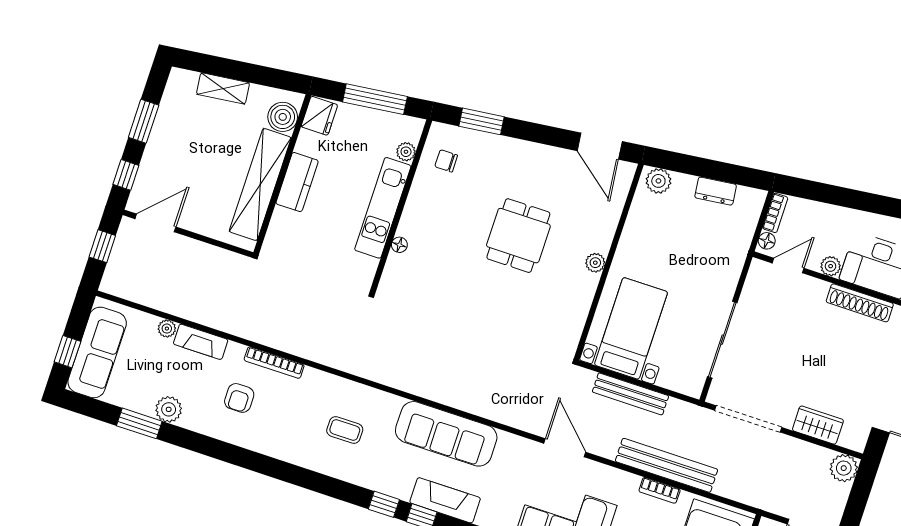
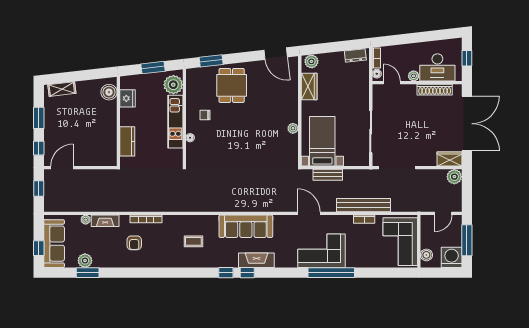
shelving: (223, 88) -> (62, 89), moved
window: (375, 99) -> (153, 68), width x0.69
fridge: (319, 116) -> (128, 98), moved
plant: (406, 152) -> (173, 85), width x1.87, depth x1.87
chair: (446, 161) -> (205, 115), moved
kitchen counter: (297, 182) -> (127, 141), moved
shelving: (260, 185) -> (109, 130), removed
dresser: (716, 191) -> (355, 55), moved
wardrobe: (640, 224) -> (309, 86), added
dining table: (518, 236) -> (232, 85), moved
plant: (595, 263) -> (293, 128), moved
door: (788, 266) -> (392, 83), hinge flipped
bench: (630, 394) -> (328, 175), width x0.73
plant: (169, 409) -> (85, 261), moved
wardrobe: (818, 425) -> (449, 159), moved

